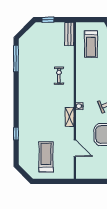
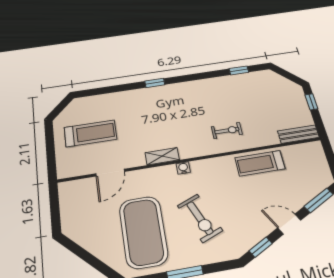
treadmill: (91, 44) -> (260, 163), moved
window: (16, 59) -> (239, 70), width x0.46
window: (16, 134) -> (155, 83), moved

